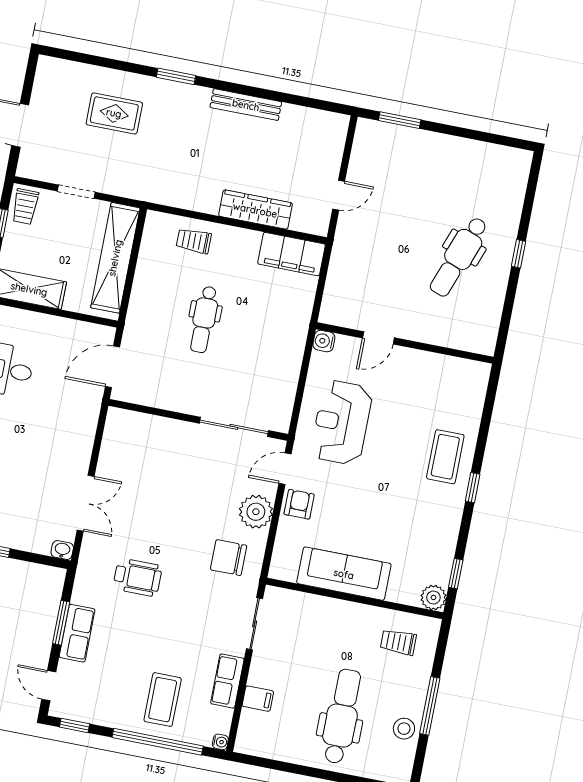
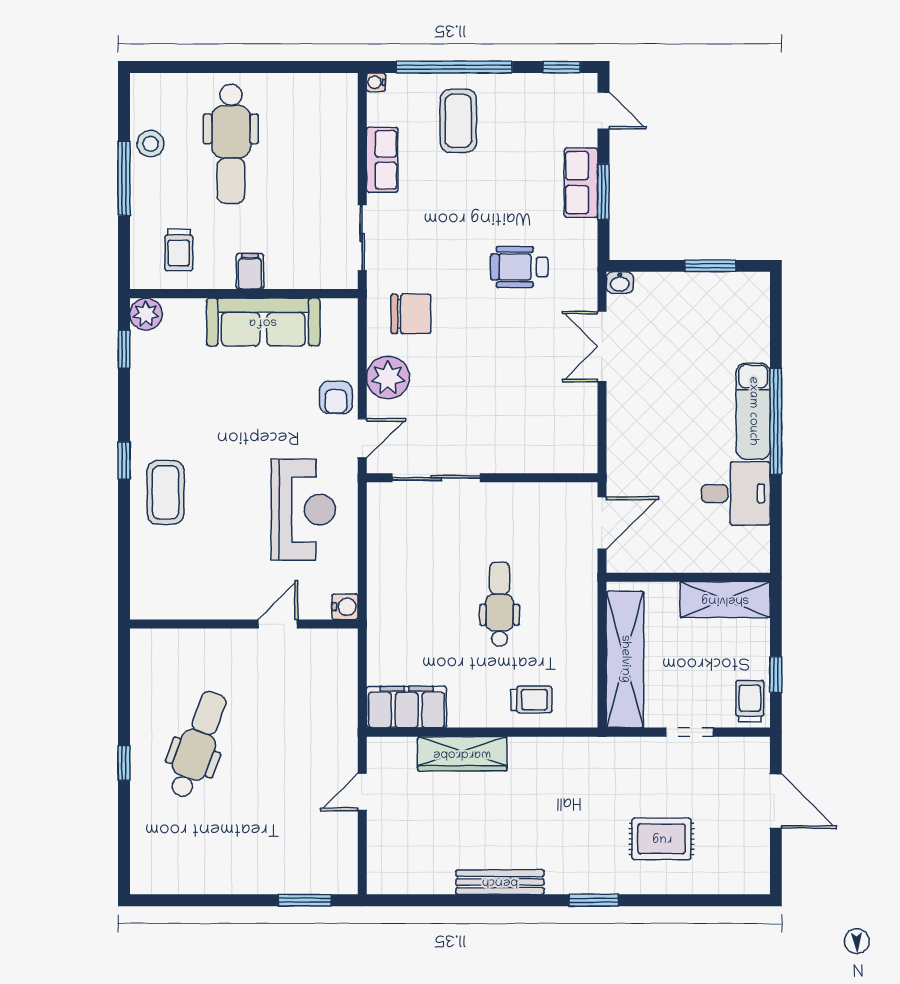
trolley: (398, 642) -> (179, 250), turned 90
filing cabinet: (258, 699) -> (250, 271), moved, turned 90

